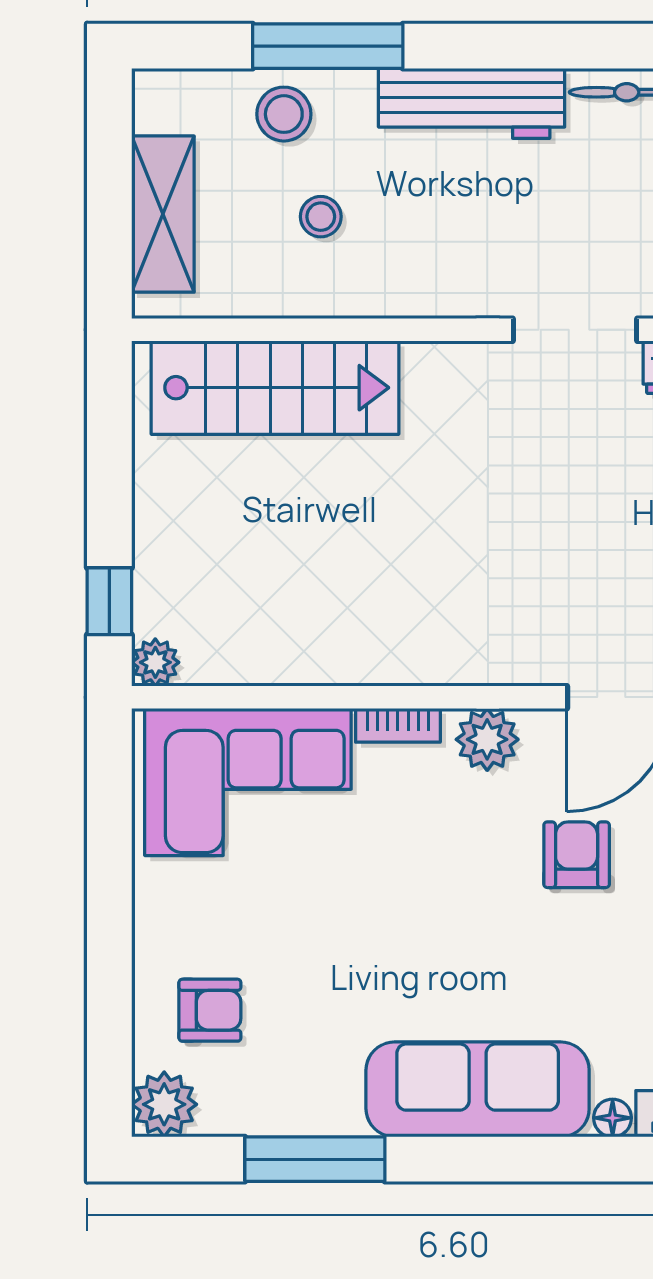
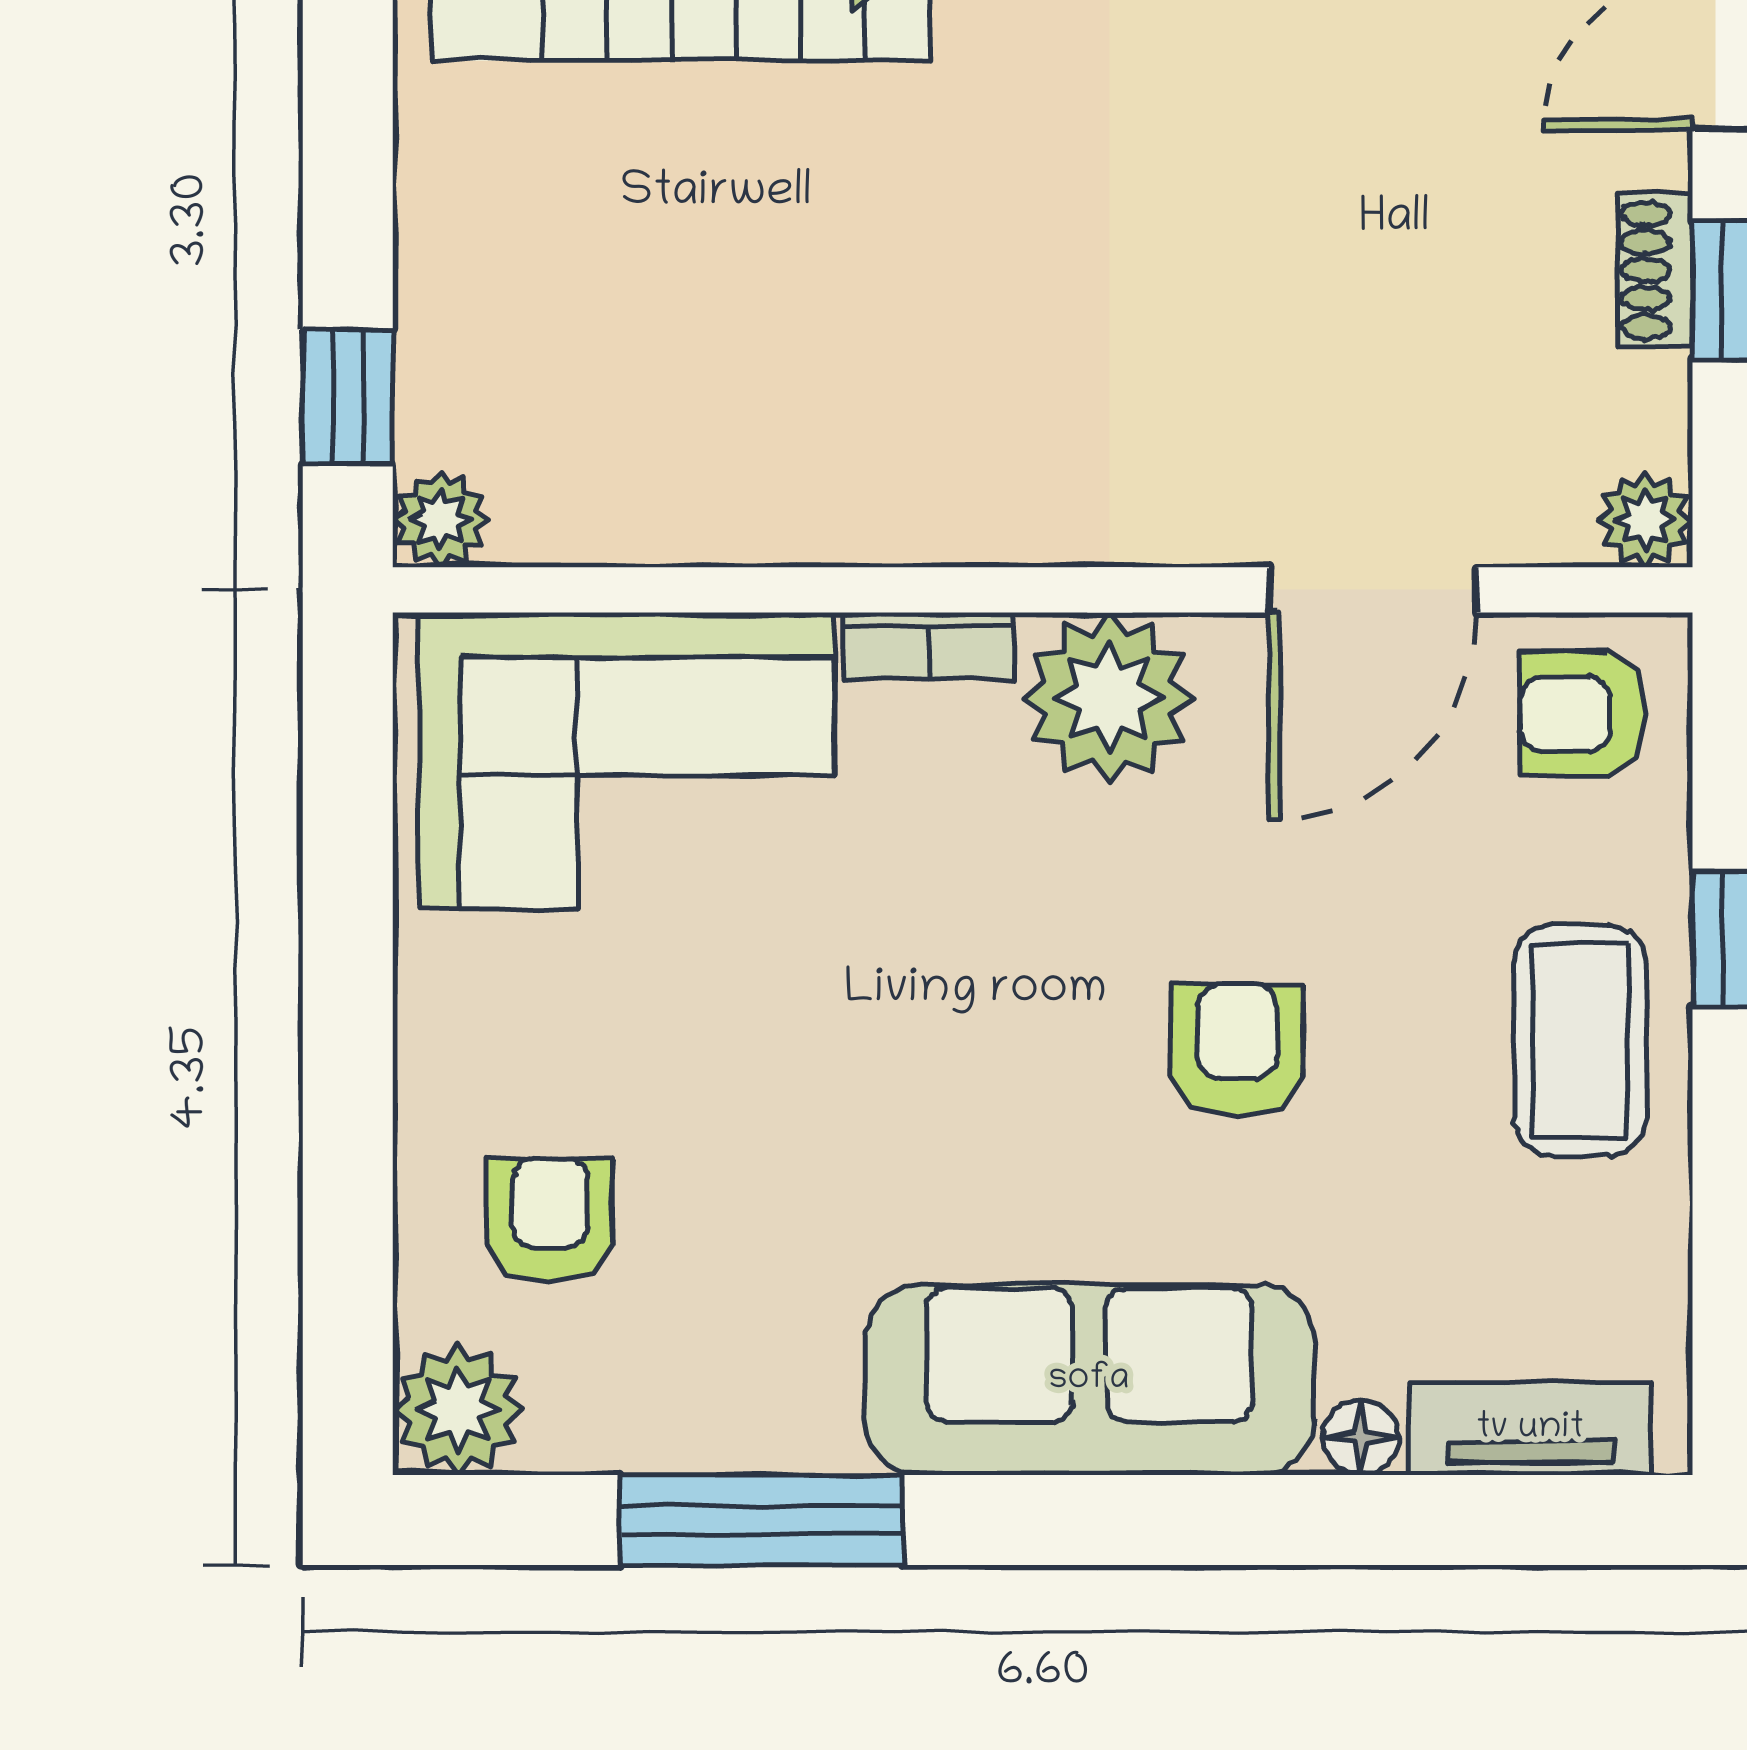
plant: (487, 739) -> (1108, 698), width x1.36, depth x1.36
armchair: (577, 855) -> (1238, 1050), moved
armchair: (210, 1010) -> (550, 1220), turned -90

